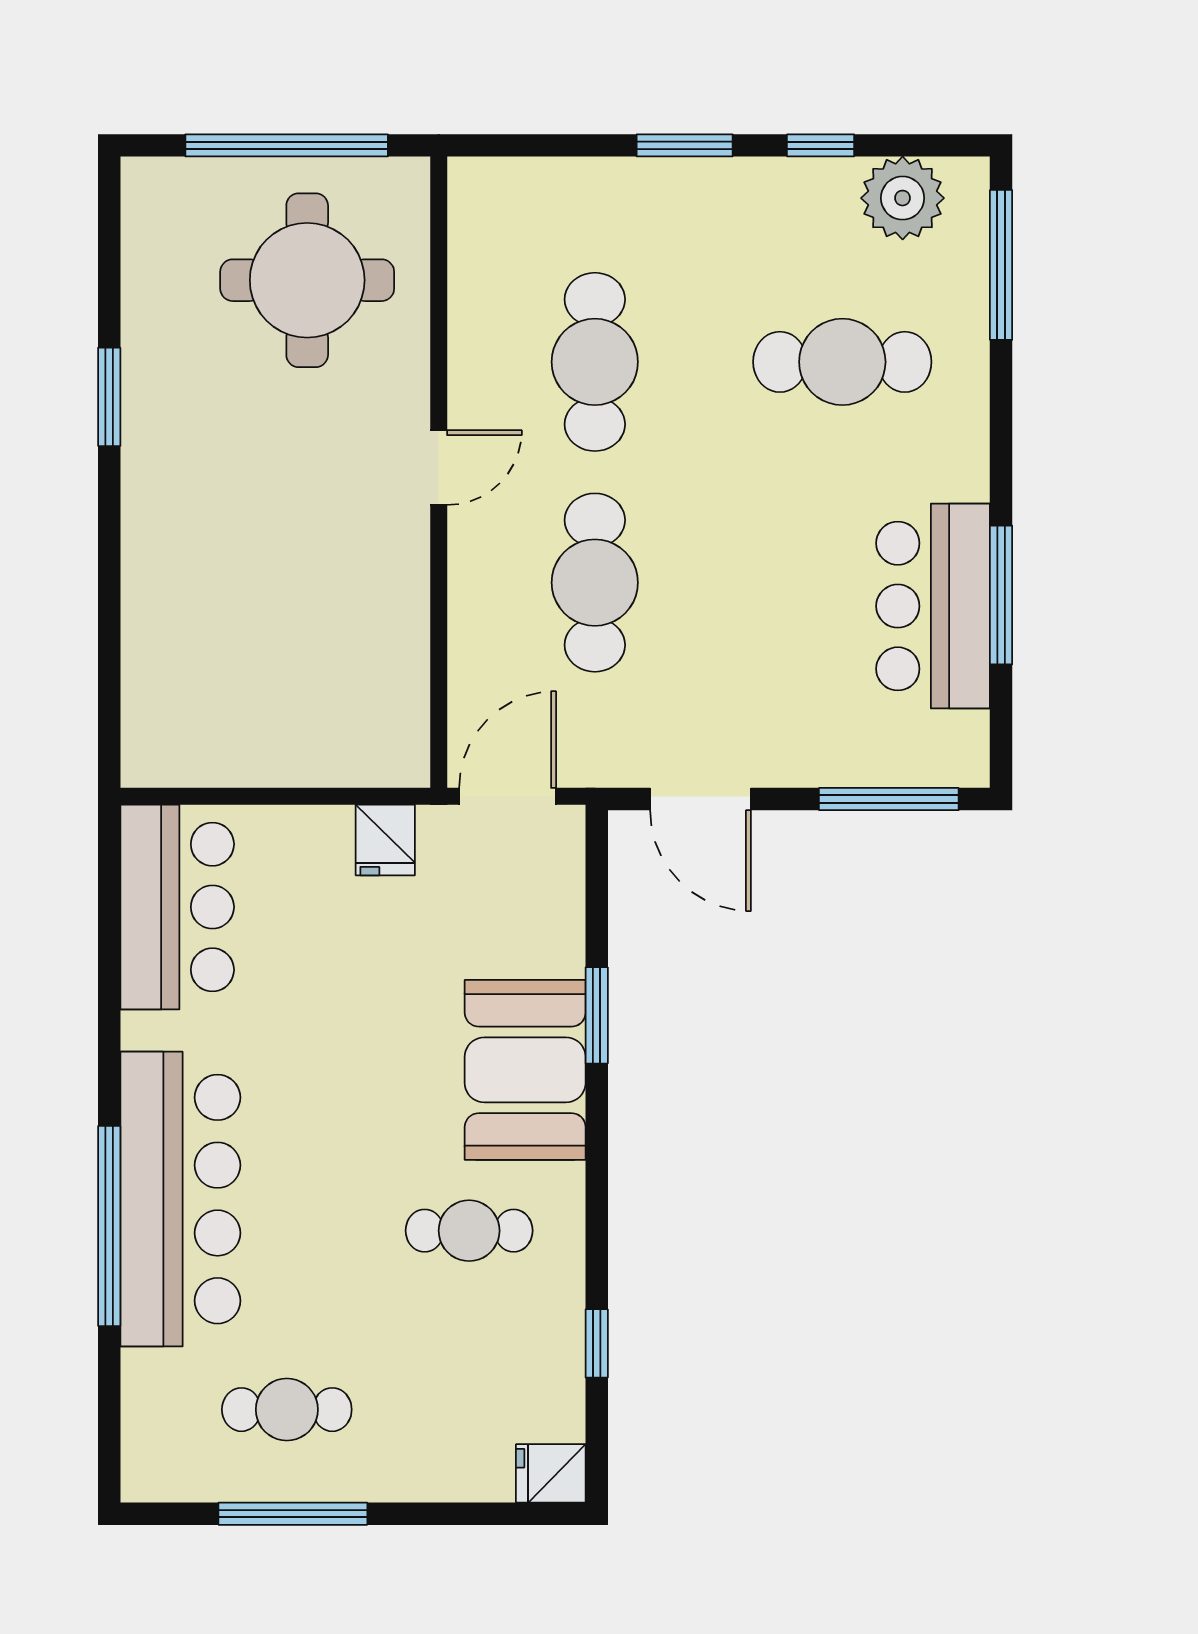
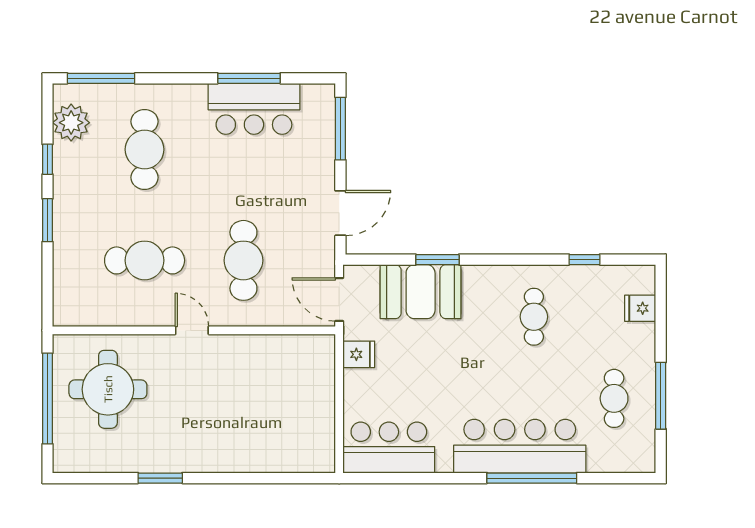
cafe table: (595, 583) -> (243, 260), turned 90
booth: (525, 1070) -> (421, 292), moved
fridge: (551, 1473) -> (640, 308), moved, turned 90

